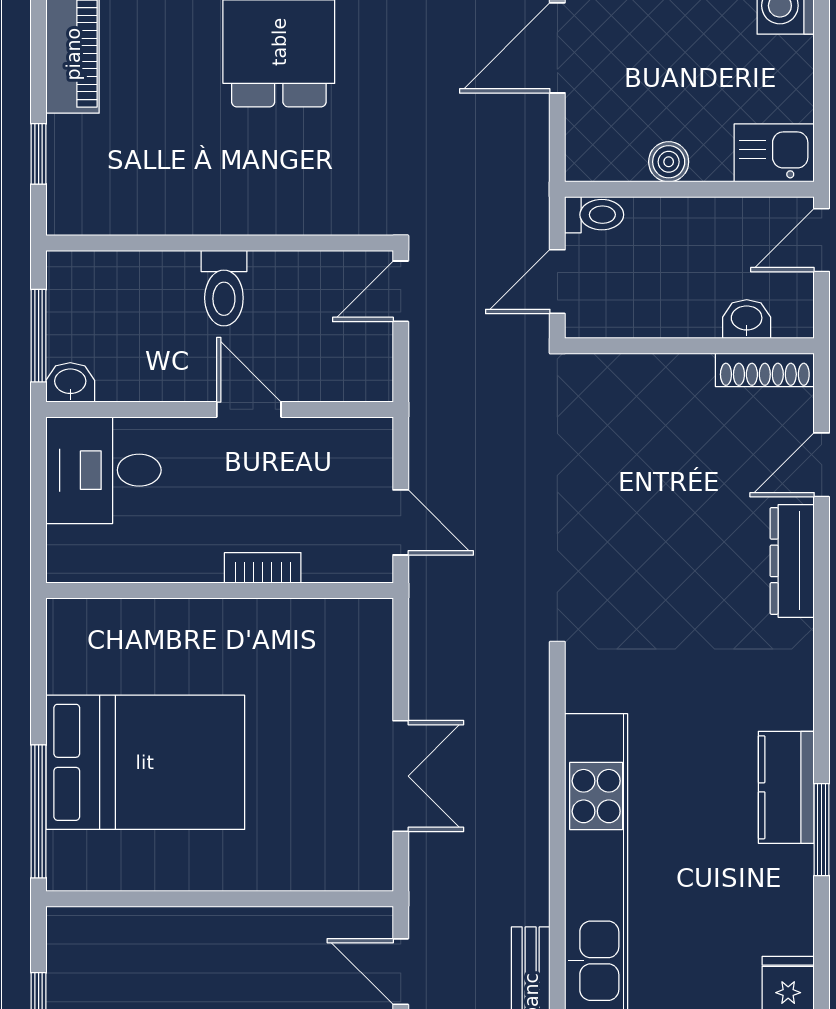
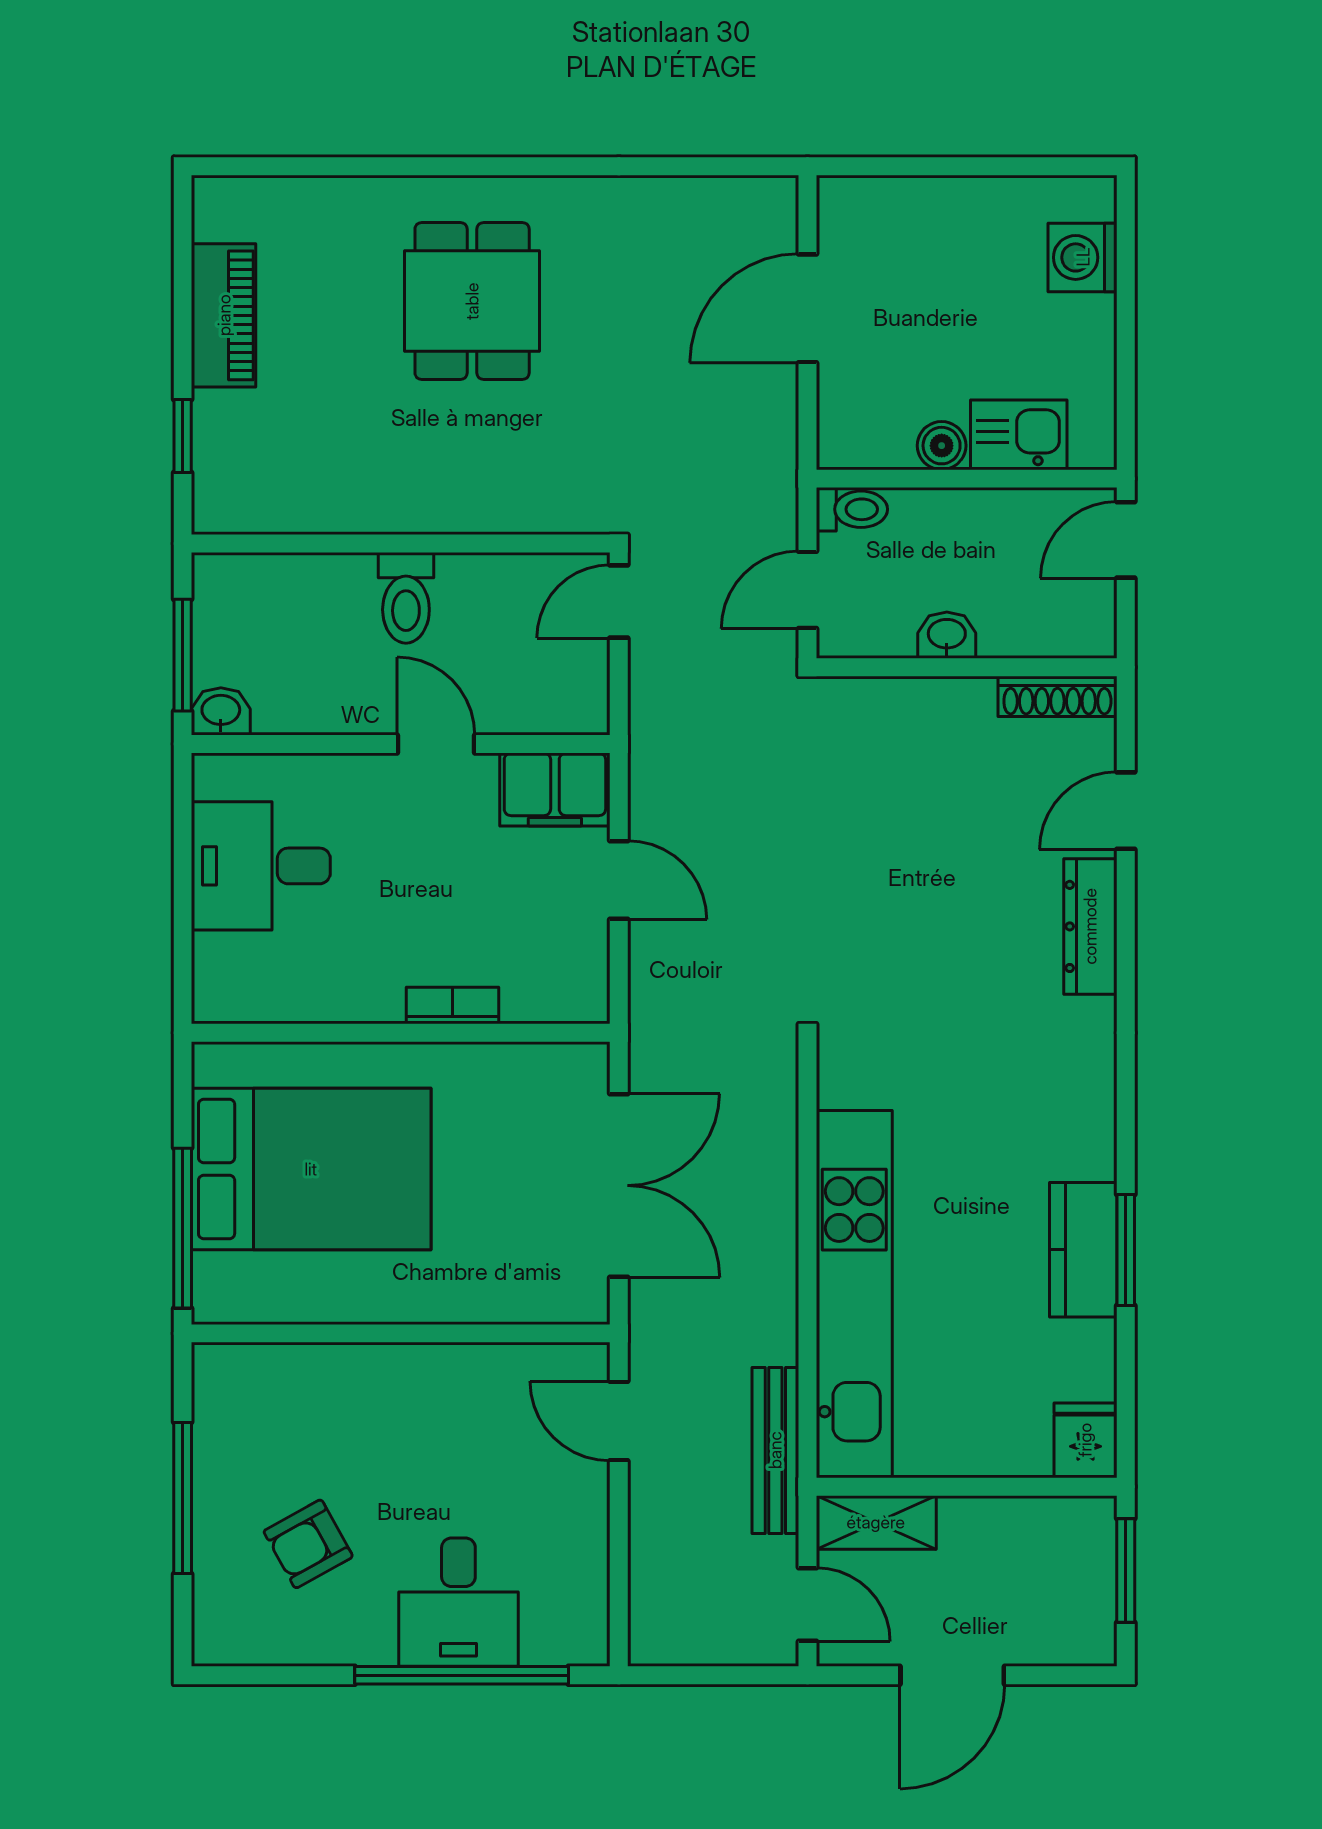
kitchen sink: (774, 153) -> (1019, 435), moved
washbasin: (747, 319) -> (947, 635), moved
filing cabinet: (348, 447) -> (555, 789), added
desk: (103, 470) -> (261, 866), moved
bookcase: (263, 568) -> (453, 1005), moved
wall: (220, 590) -> (401, 1033), moved
double door: (401, 776) -> (619, 1185), width x1.37
kitchen counter: (786, 787) -> (1083, 1250), moved

